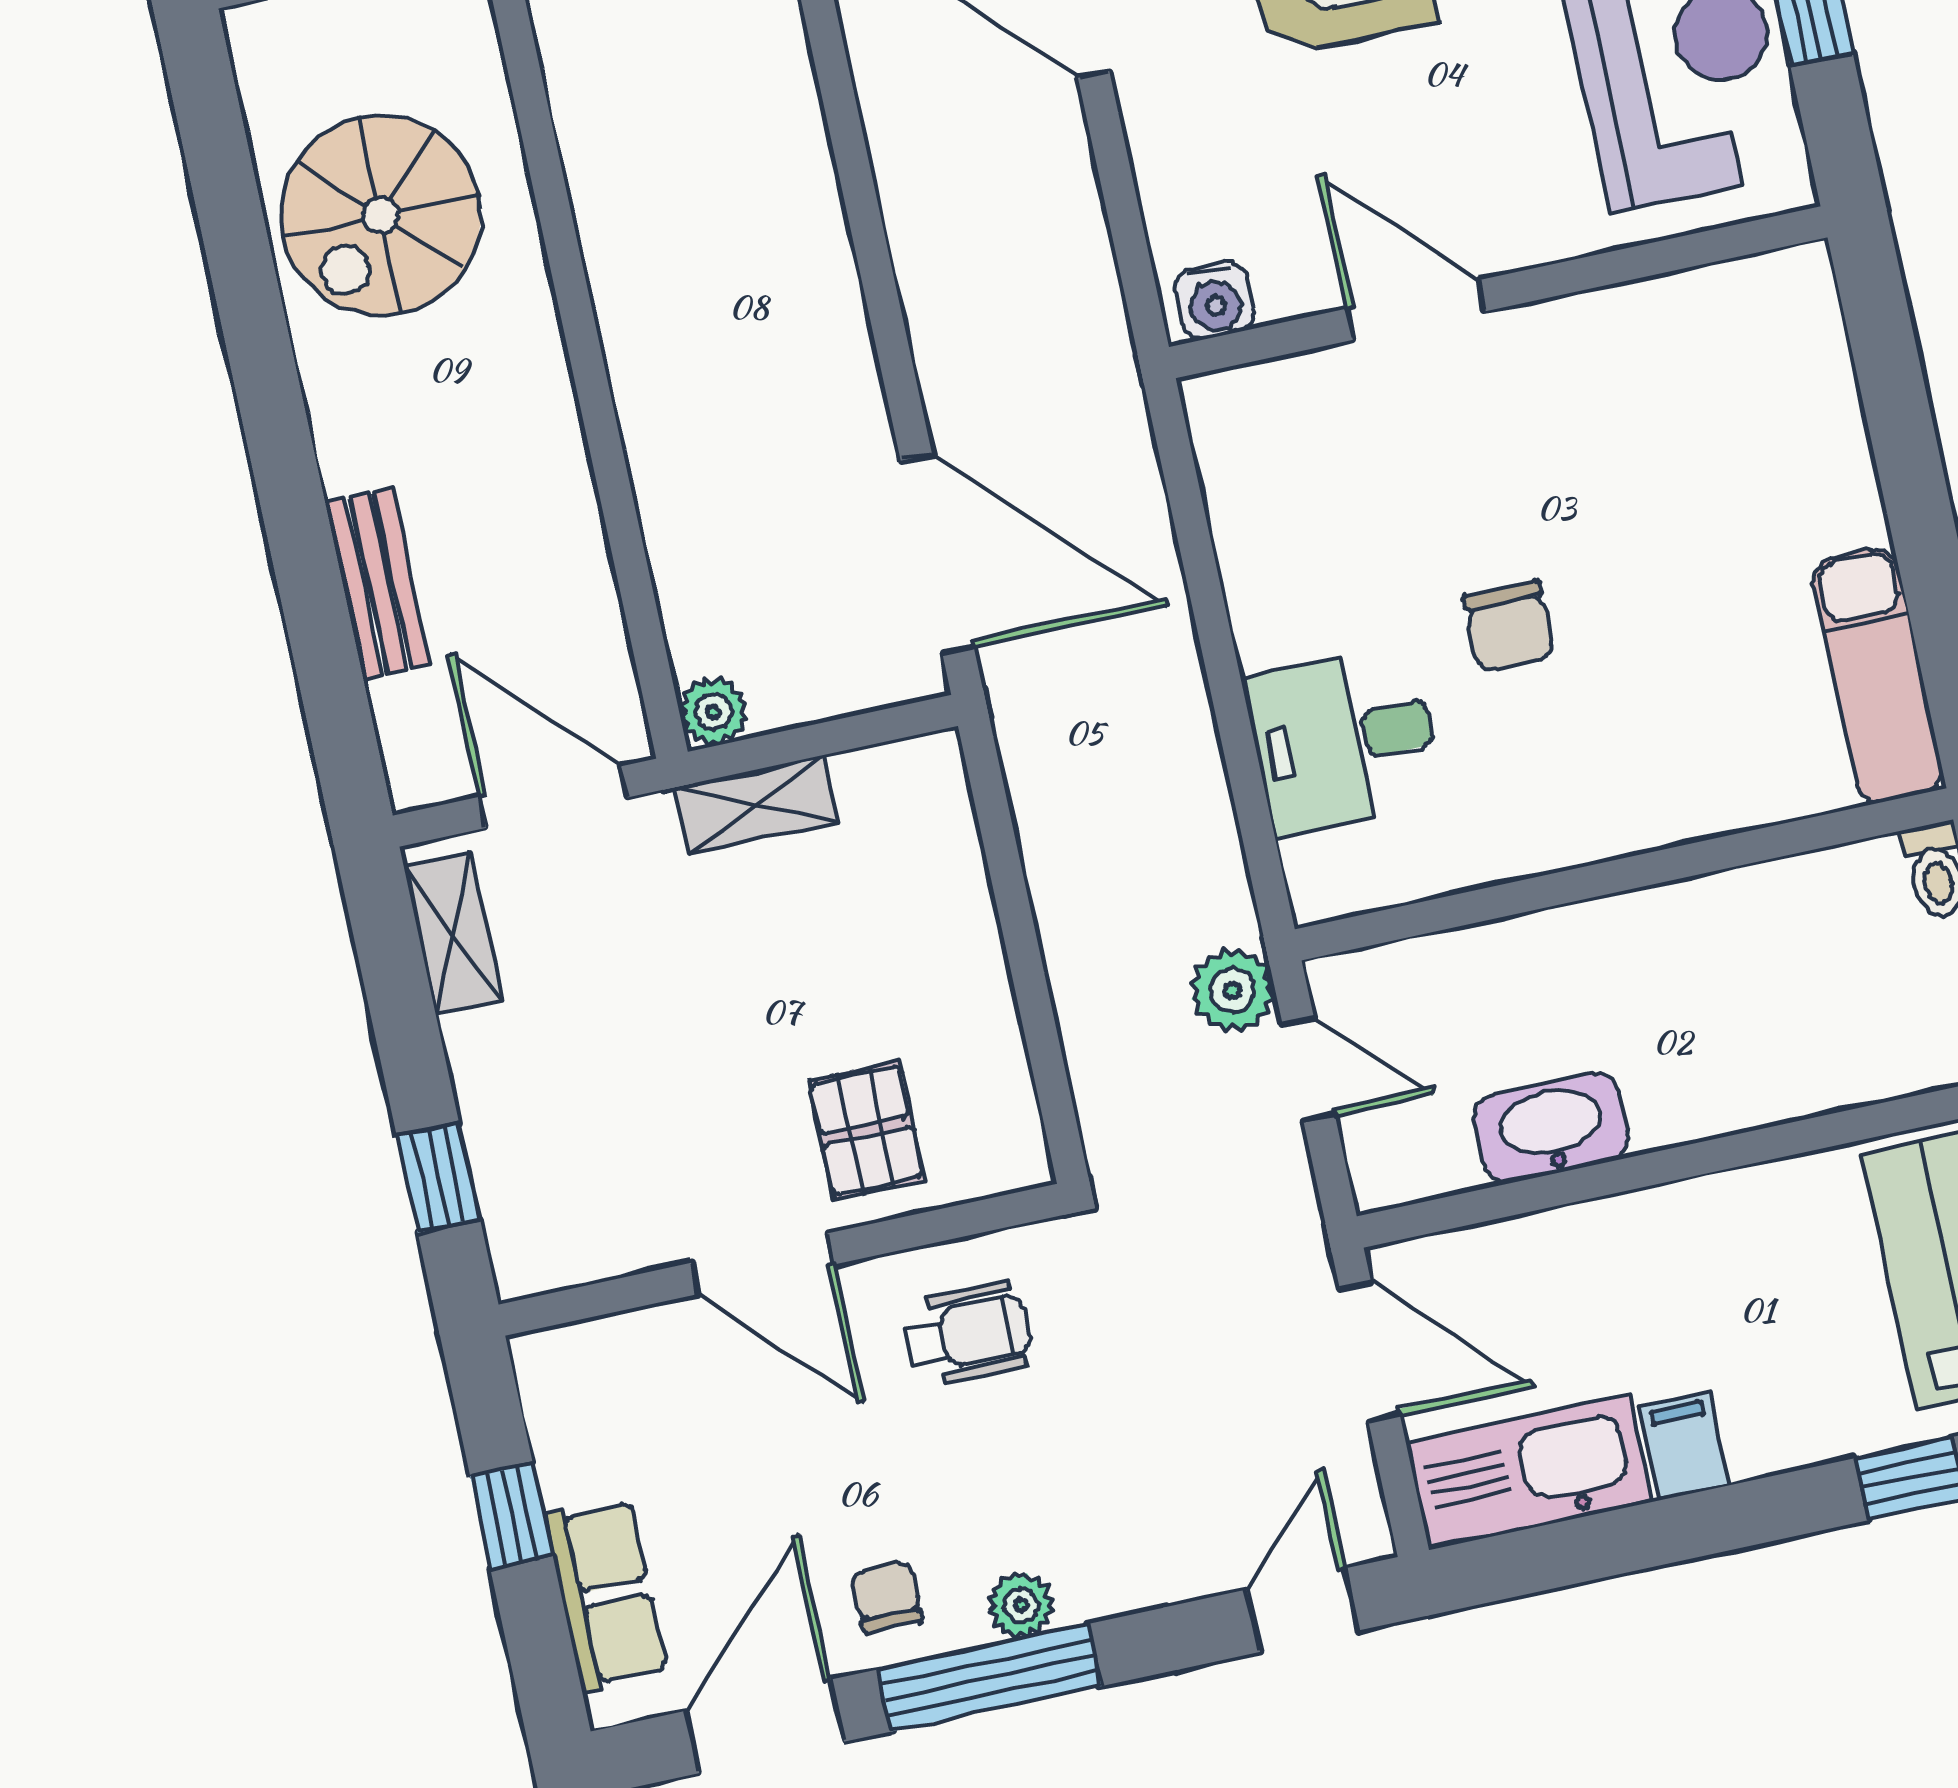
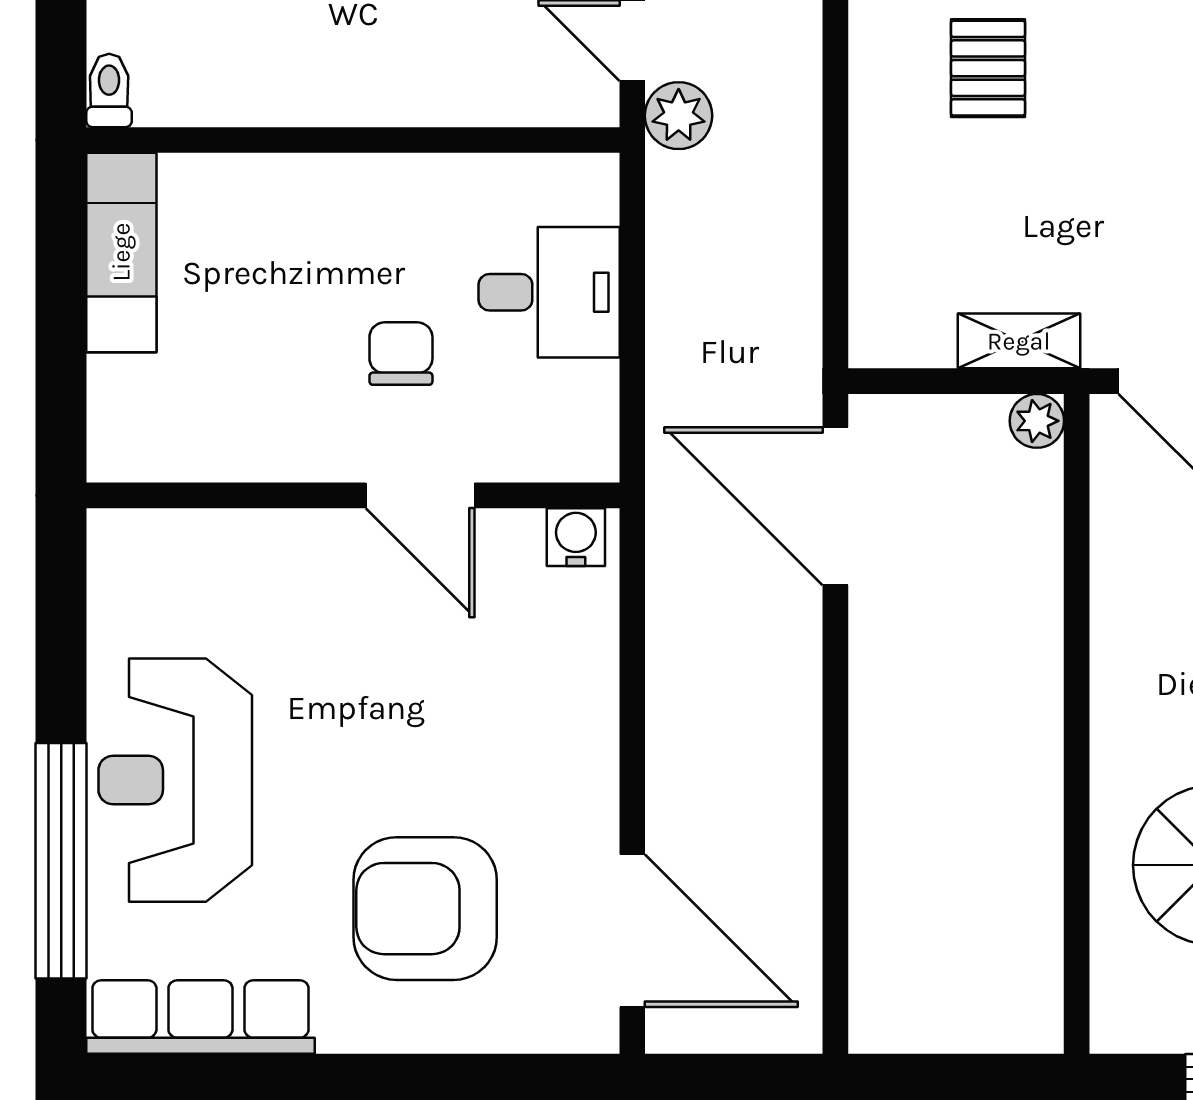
wall: (1498, 292) -> (353, 495), moved
water cooler: (1215, 300) -> (576, 537), moved
door: (1416, 310) -> (420, 495), moved

